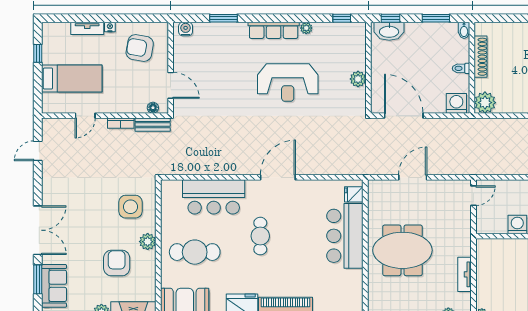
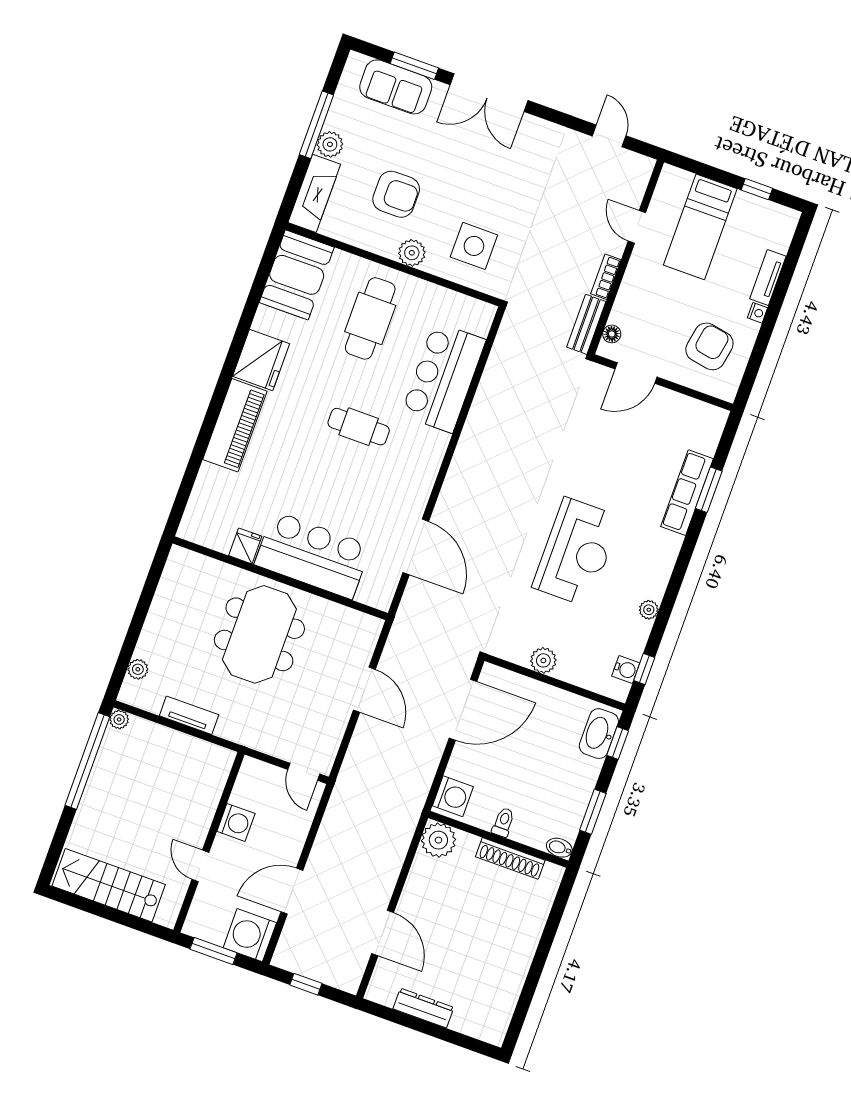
water cooler: (186, 29) -> (626, 669), moved
row of seats: (274, 30) -> (687, 493), moved
reception desk: (288, 82) -> (576, 552), turned 180
door: (278, 177) -> (416, 547), moved
fridge: (354, 194) -> (245, 546), moved

